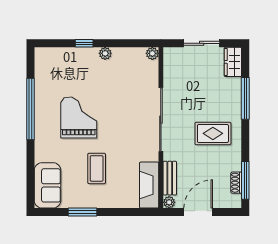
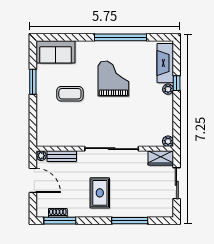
plant: (105, 53) -> (168, 89), moved
wardrobe: (233, 62) -> (161, 158), moved, turned 180
grand piano: (79, 118) -> (113, 79), turned -90
fireplace: (149, 185) -> (165, 63), moved, turned -90

